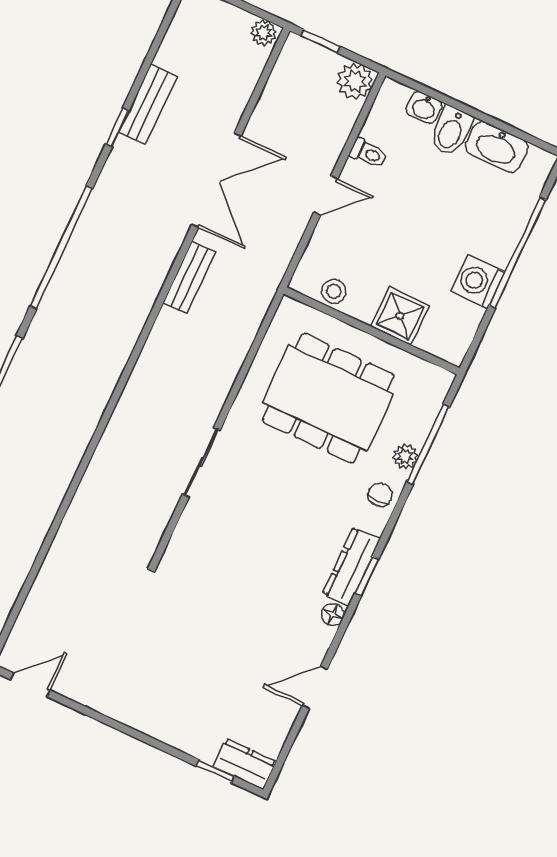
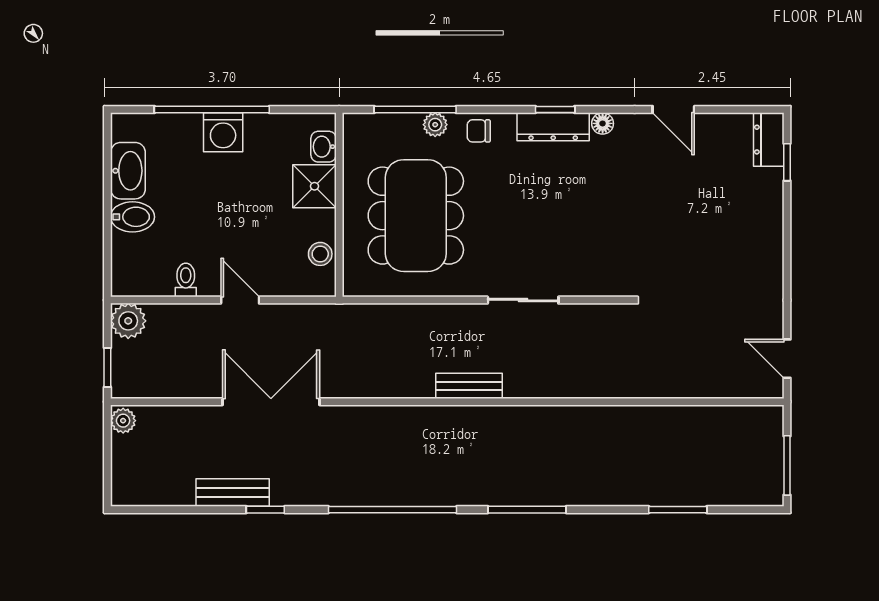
washbasin: (424, 108) -> (323, 147), moved, turned 180
bench: (189, 278) -> (469, 386), moved
washing machine: (478, 282) -> (223, 132), moved

